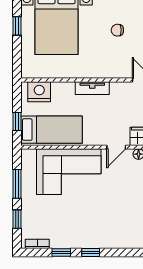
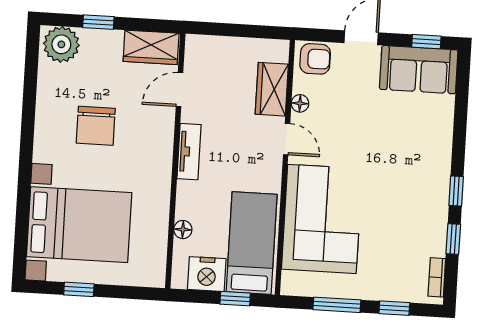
chair: (117, 30) -> (96, 126), width x1.87, depth x1.87
floor lamp: (57, 87) -> (183, 230), added
tv unit: (92, 88) -> (189, 152), moved
nightstand: (39, 92) -> (207, 274), moved, turned -90

